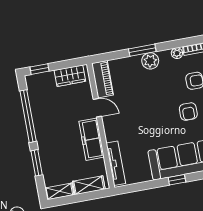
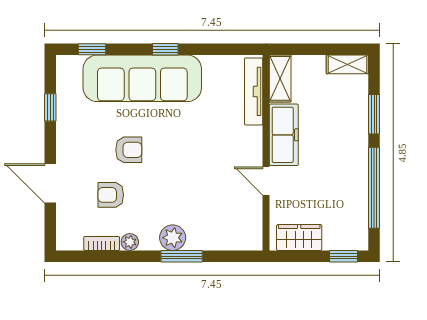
piano: (102, 79) -> (250, 223), removed
armchair: (188, 112) -> (129, 150), turned 90
shelving: (89, 185) -> (280, 78), moved, turned 90

